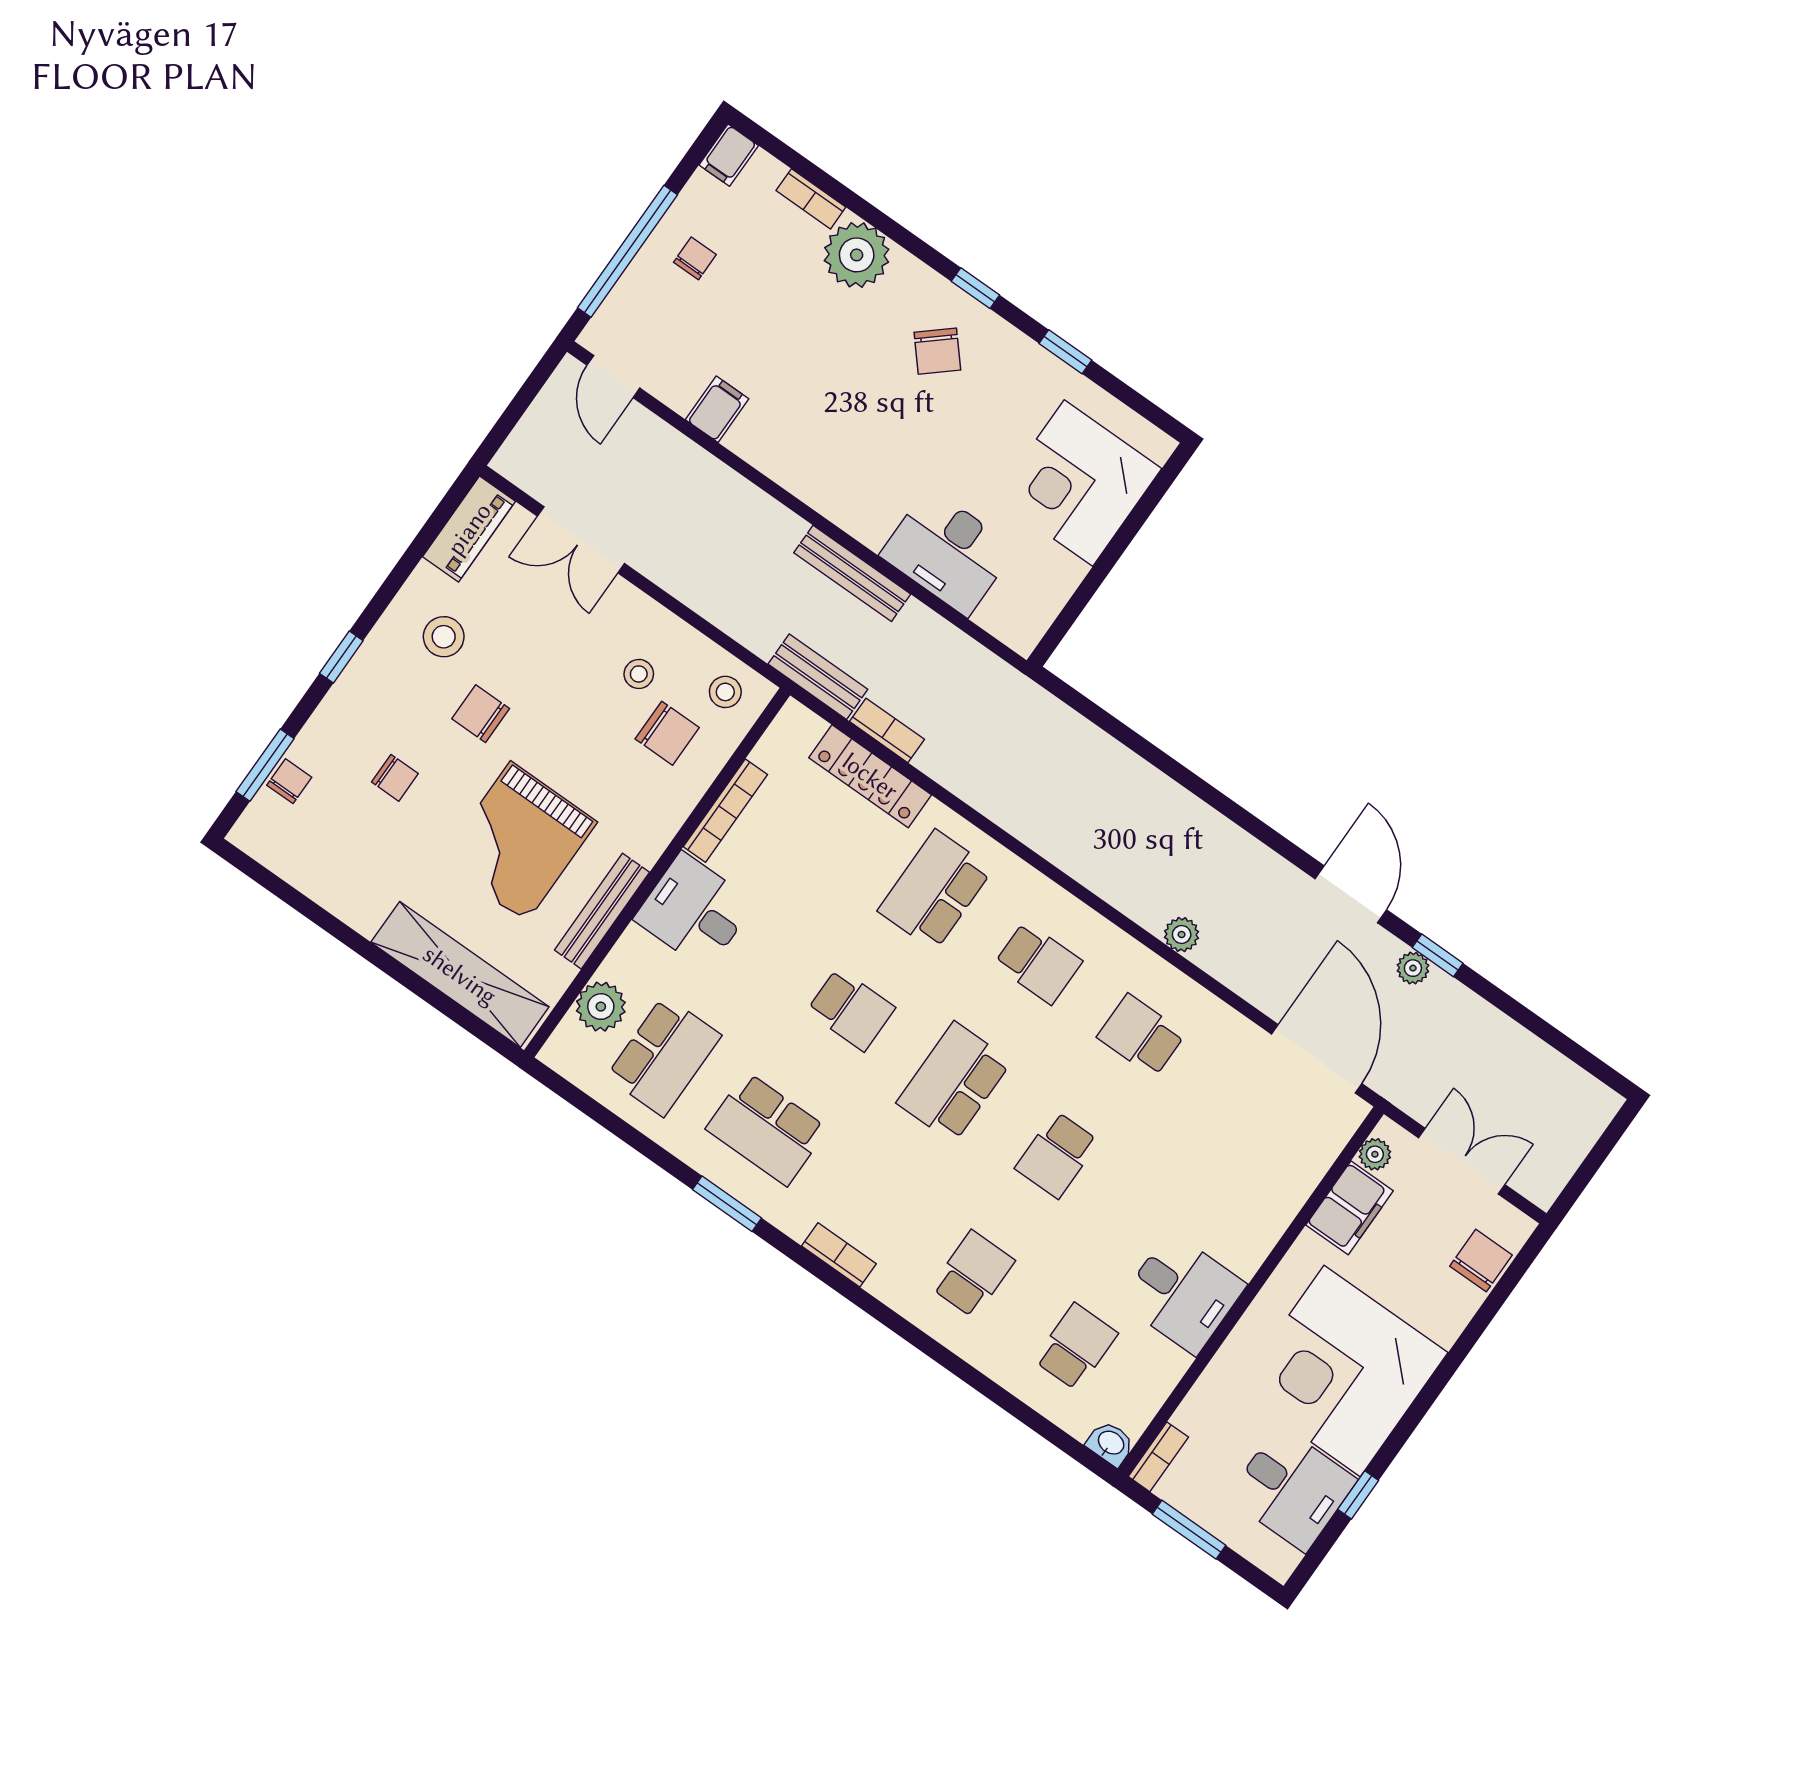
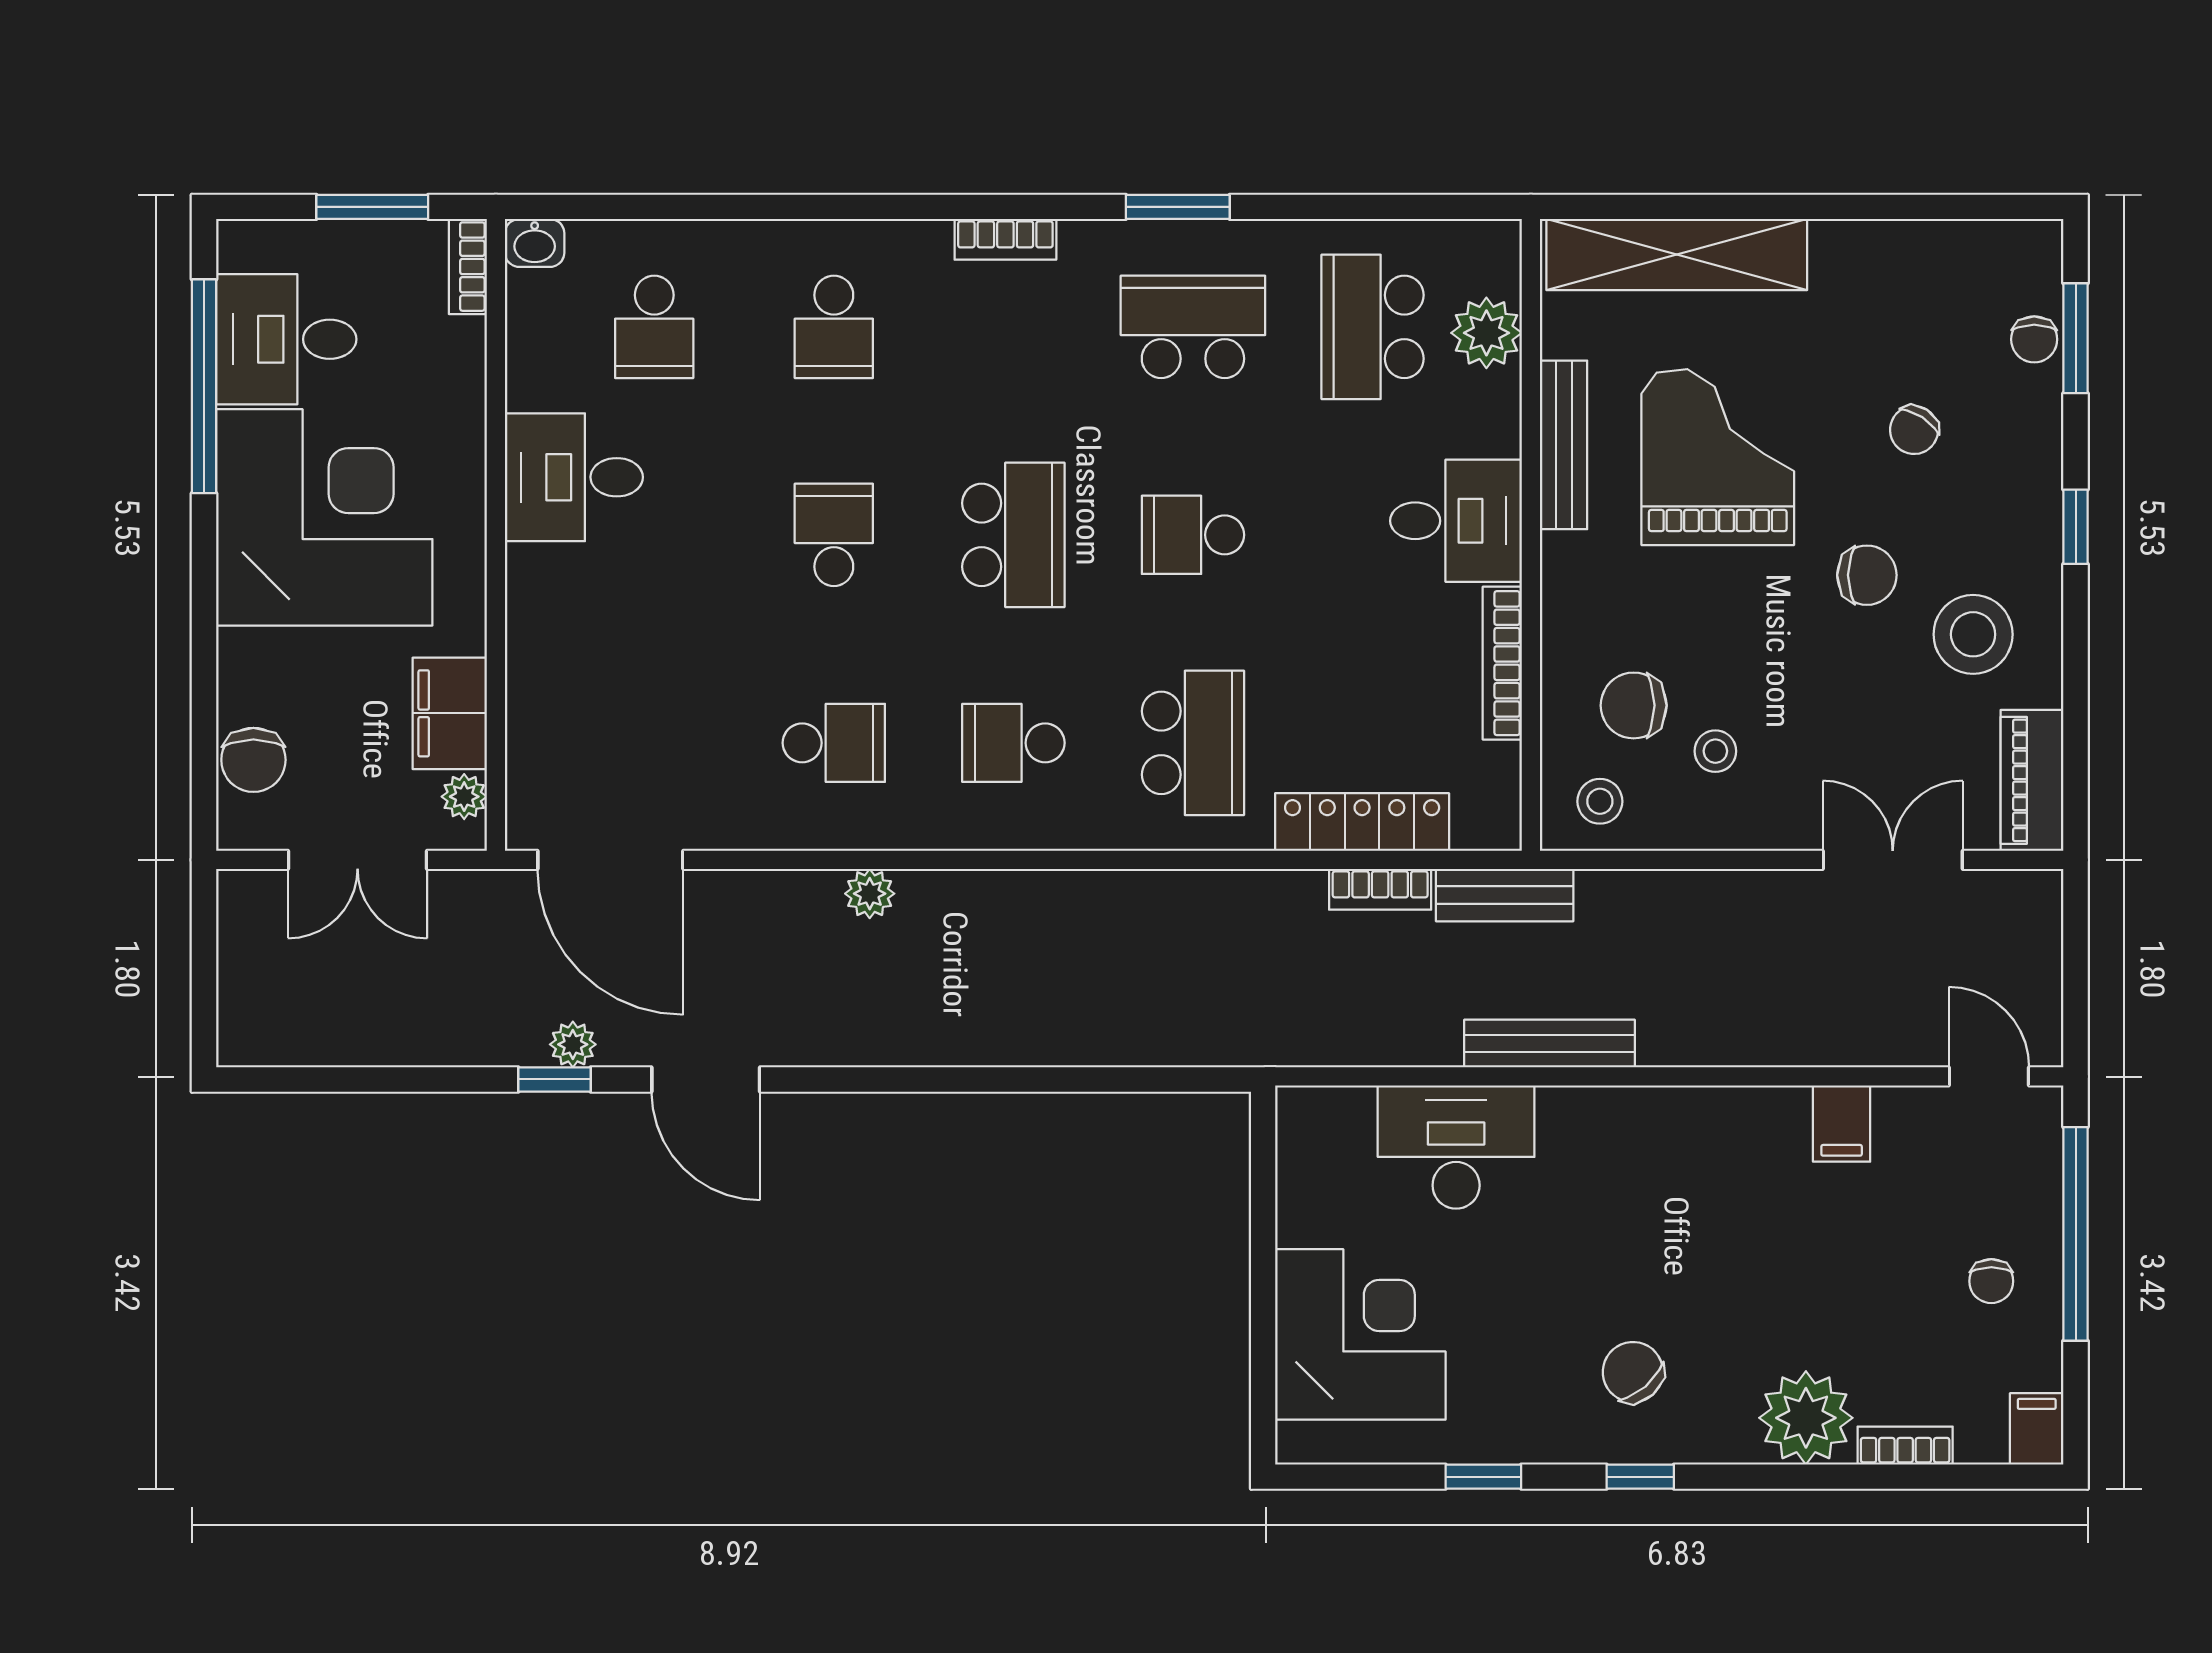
stool: (444, 637) -> (1973, 634), width x1.38, depth x1.38
chair: (395, 778) -> (1914, 430), turned -57
window: (1358, 1495) -> (204, 386), width x3.17

